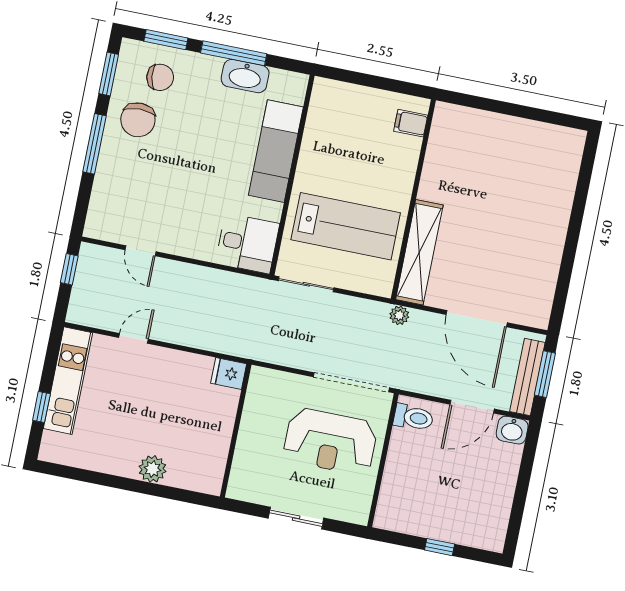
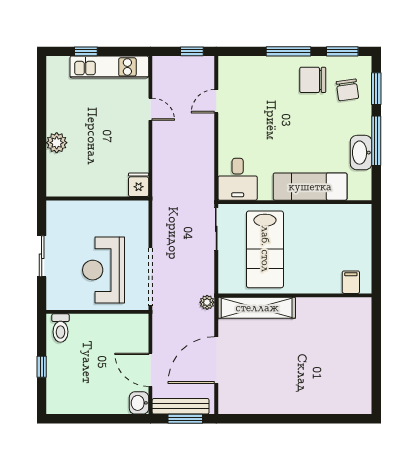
toilet: (413, 417) -> (60, 328), moved

